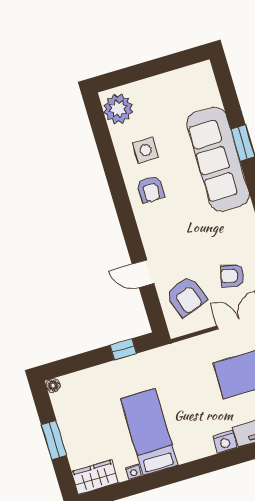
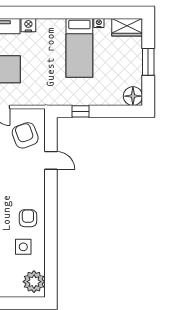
floor lamp: (53, 385) -> (133, 96), width x1.89, depth x1.89

